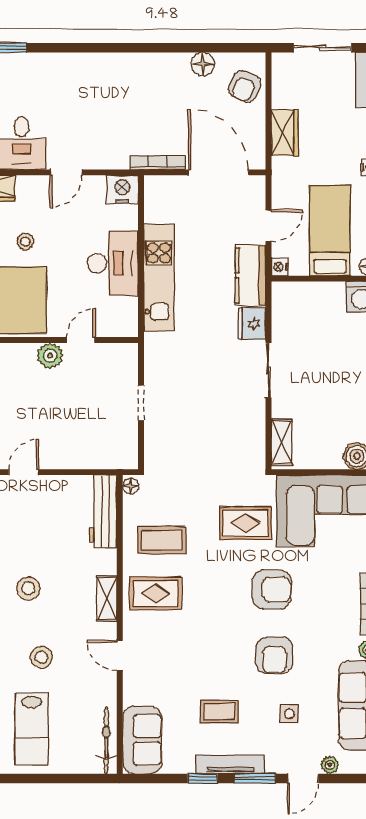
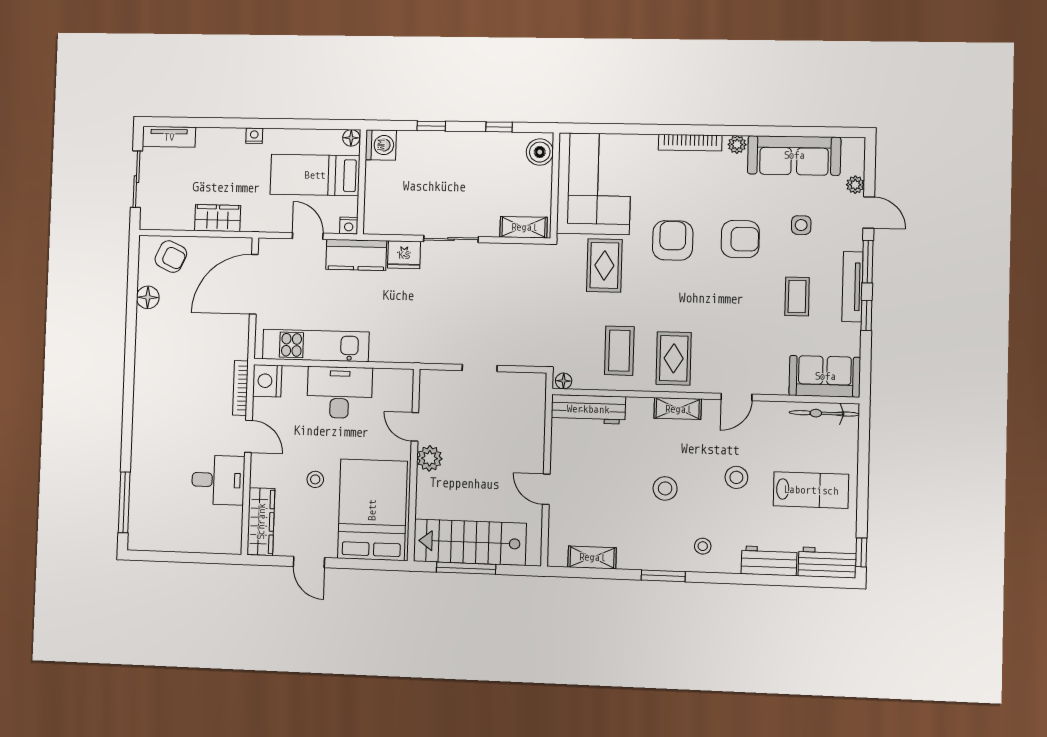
bookcase: (158, 163) -> (240, 388), moved
kitchen unit: (159, 278) -> (316, 345), moved

